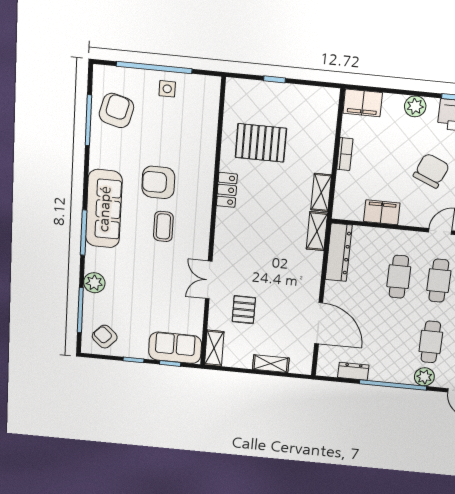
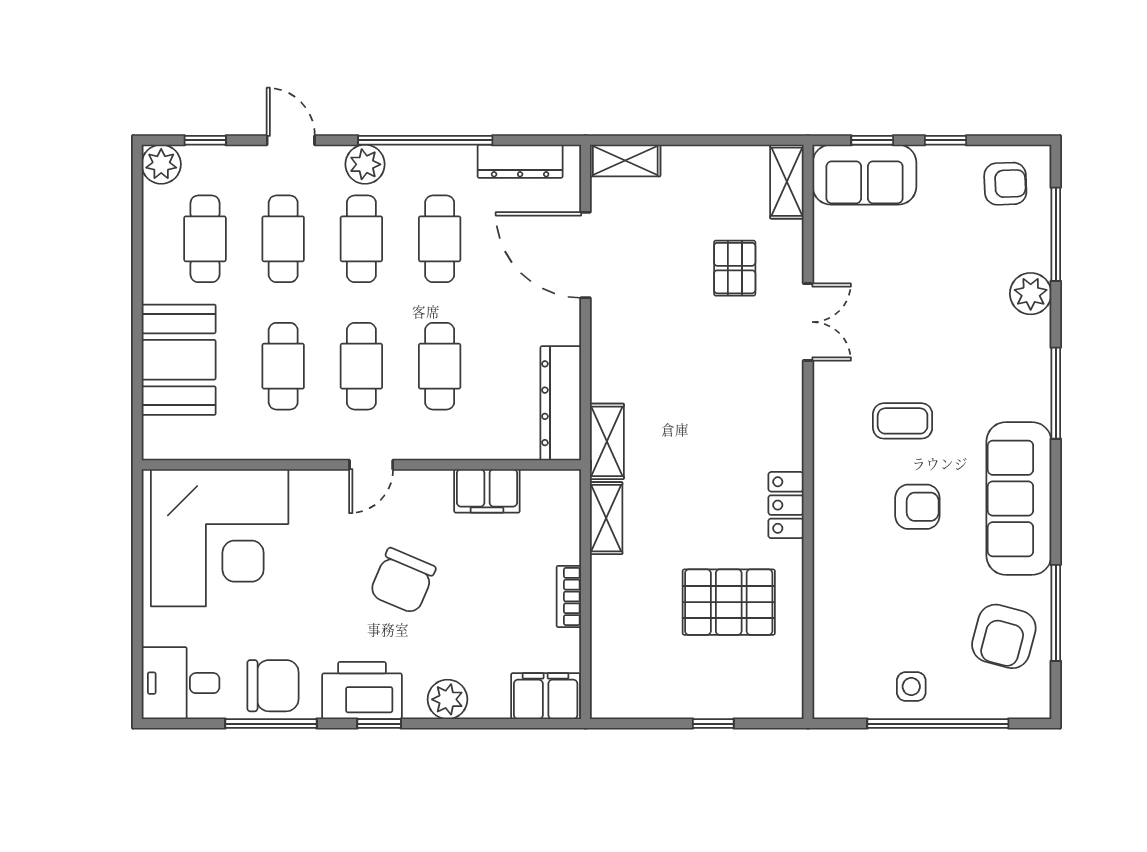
armchair: (158, 182) -> (917, 507), width x0.72, depth x0.72
sofa: (104, 209) -> (1019, 499), moved
coffee table: (163, 226) -> (903, 421), turned 90
armchair: (105, 337) -> (1005, 184), turned -45
cafe table: (391, 338) -> (440, 239), added
shelving: (271, 364) -> (625, 161), moved
dresser: (353, 371) -> (520, 161), width x1.44

